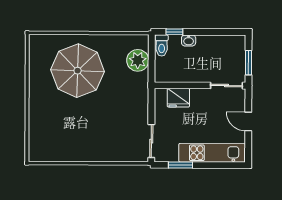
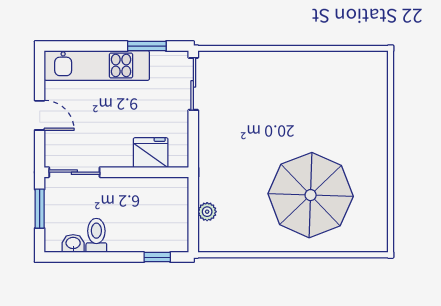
washbasin: (189, 40) -> (73, 244), moved
toilet: (162, 45) -> (96, 235), moved
plant: (138, 60) -> (207, 212), width x0.53, depth x0.53

